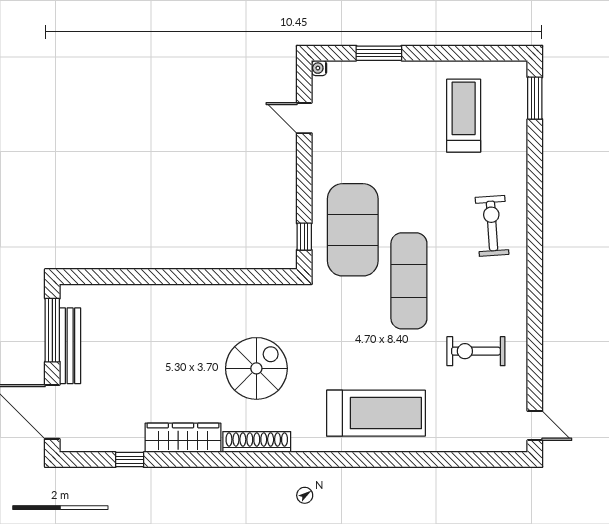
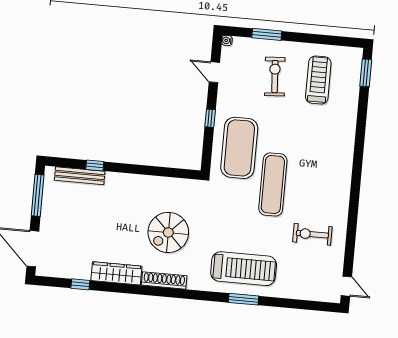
exercise bike: (492, 226) -> (275, 77), moved
window: (304, 237) -> (210, 118), moved
window: (135, 277) -> (95, 165), added
bench: (70, 346) -> (80, 176), moved, turned 90
spiral stairs: (256, 368) -> (168, 232), turned 180
window: (380, 460) -> (244, 299), added

